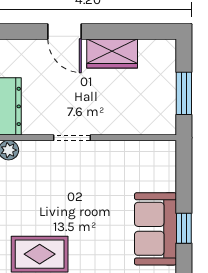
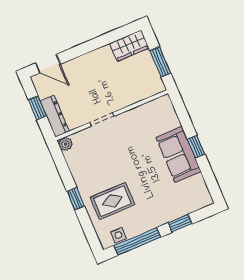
door: (64, 31) -> (48, 64), moved
wardrobe: (112, 54) -> (129, 46), moved

